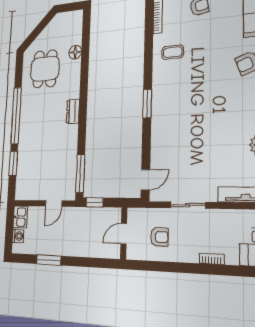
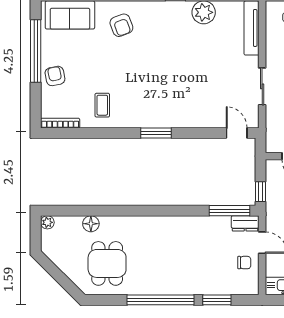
plant: (78, 15) -> (47, 222), added
dining table: (45, 69) -> (107, 263), turned 90
dresser: (73, 111) -> (245, 223), moved
chair: (39, 187) -> (244, 263), added

